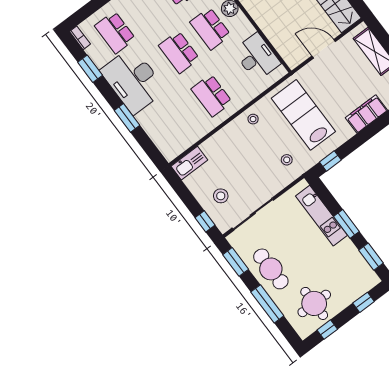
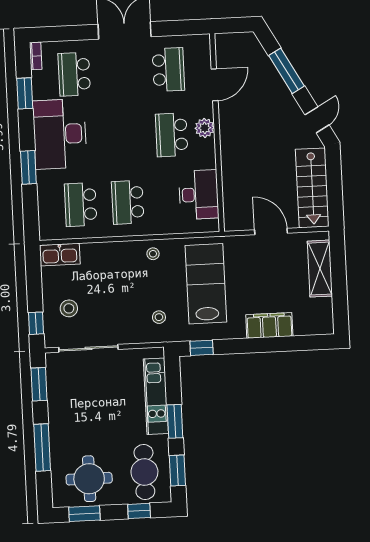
school desk: (179, 52) -> (81, 205), moved
cafe table: (271, 269) -> (144, 472), moved
window: (327, 330) -> (84, 514), width x1.50

